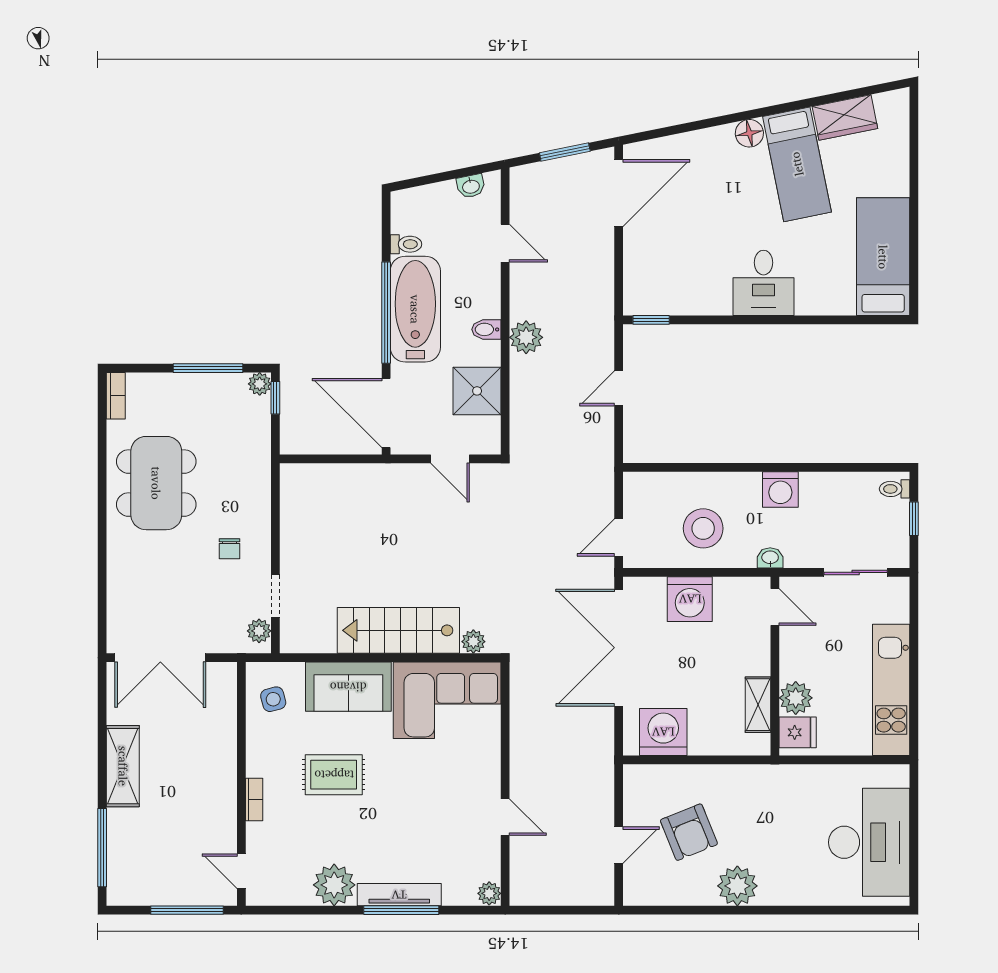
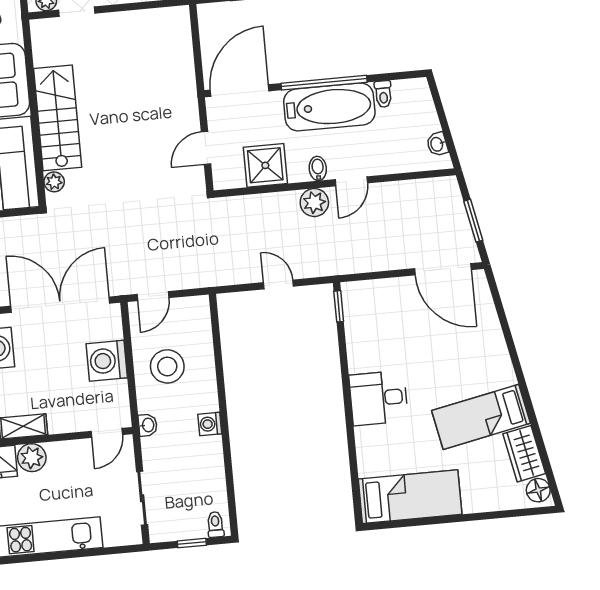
floor lamp: (749, 133) -> (538, 490), moved
door: (505, 243) -> (351, 181), moved
washing machine: (780, 489) -> (210, 424), width x0.73, depth x0.73
door: (619, 538) -> (153, 296), swing flipped

